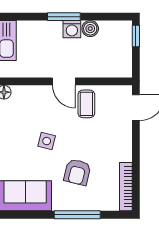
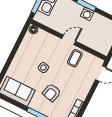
boiler: (90, 29) -> (97, 18), removed
door: (64, 81) -> (69, 40), swing flipped

